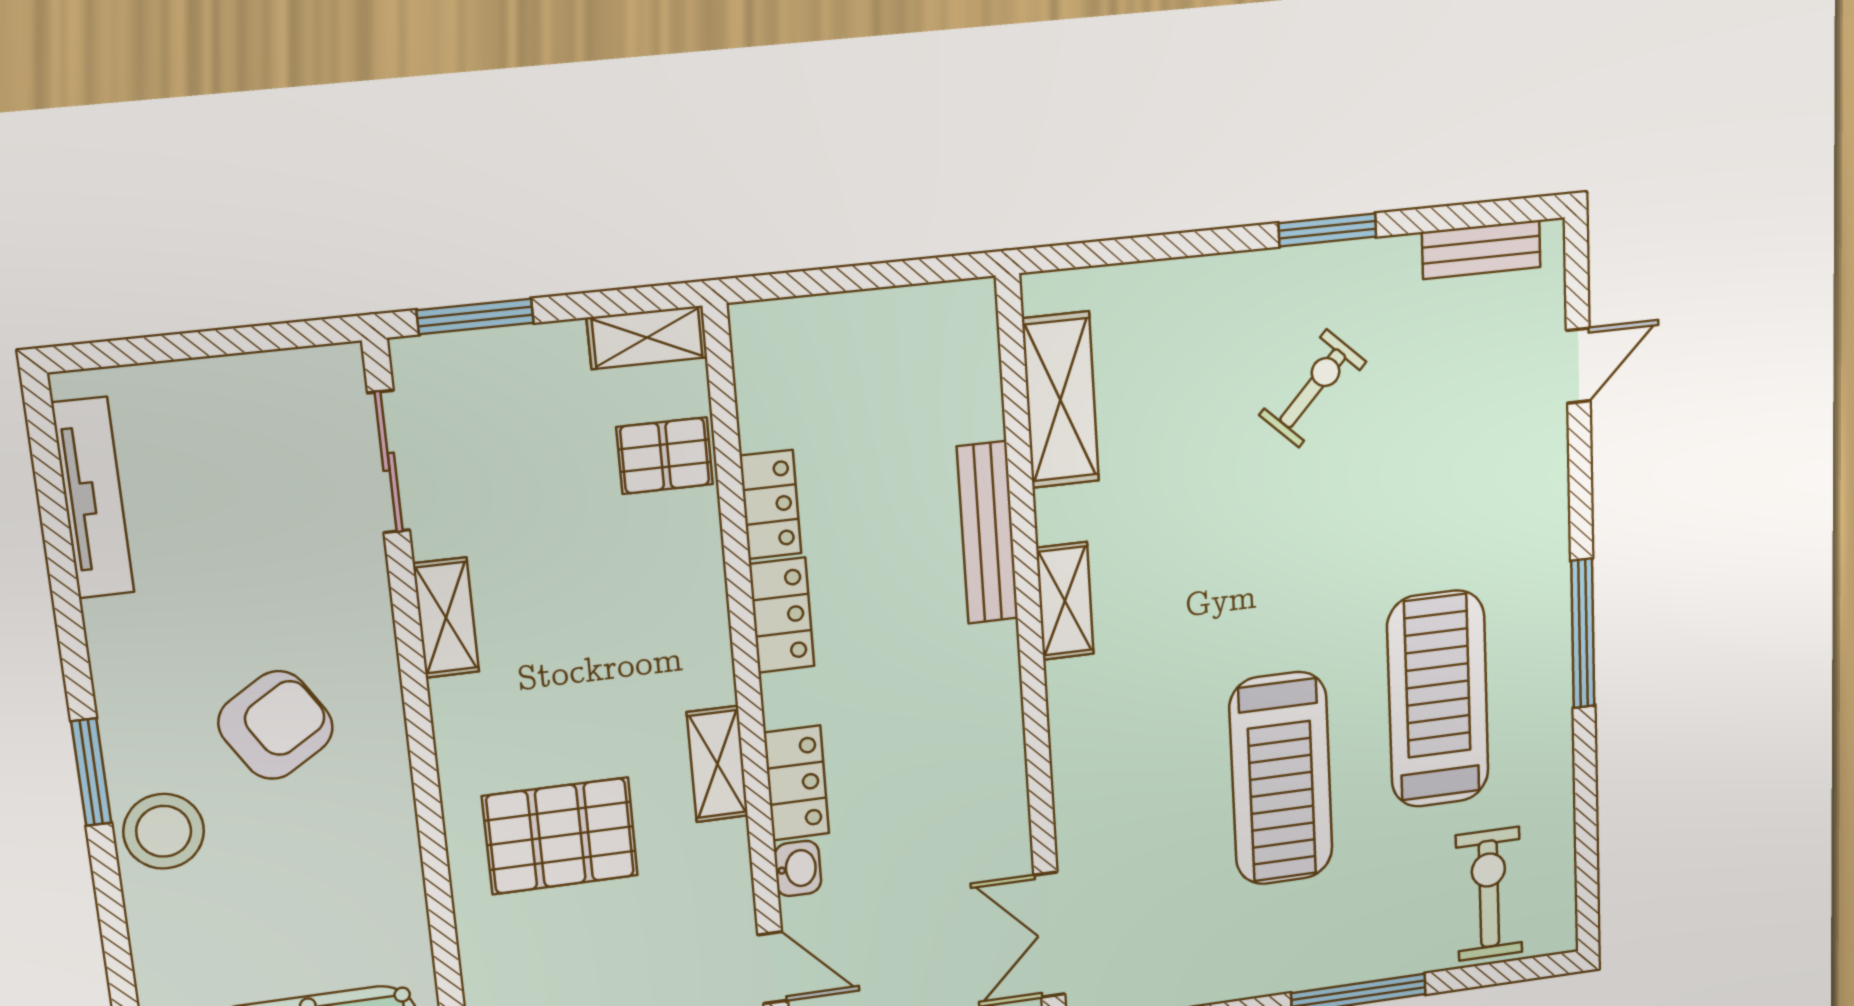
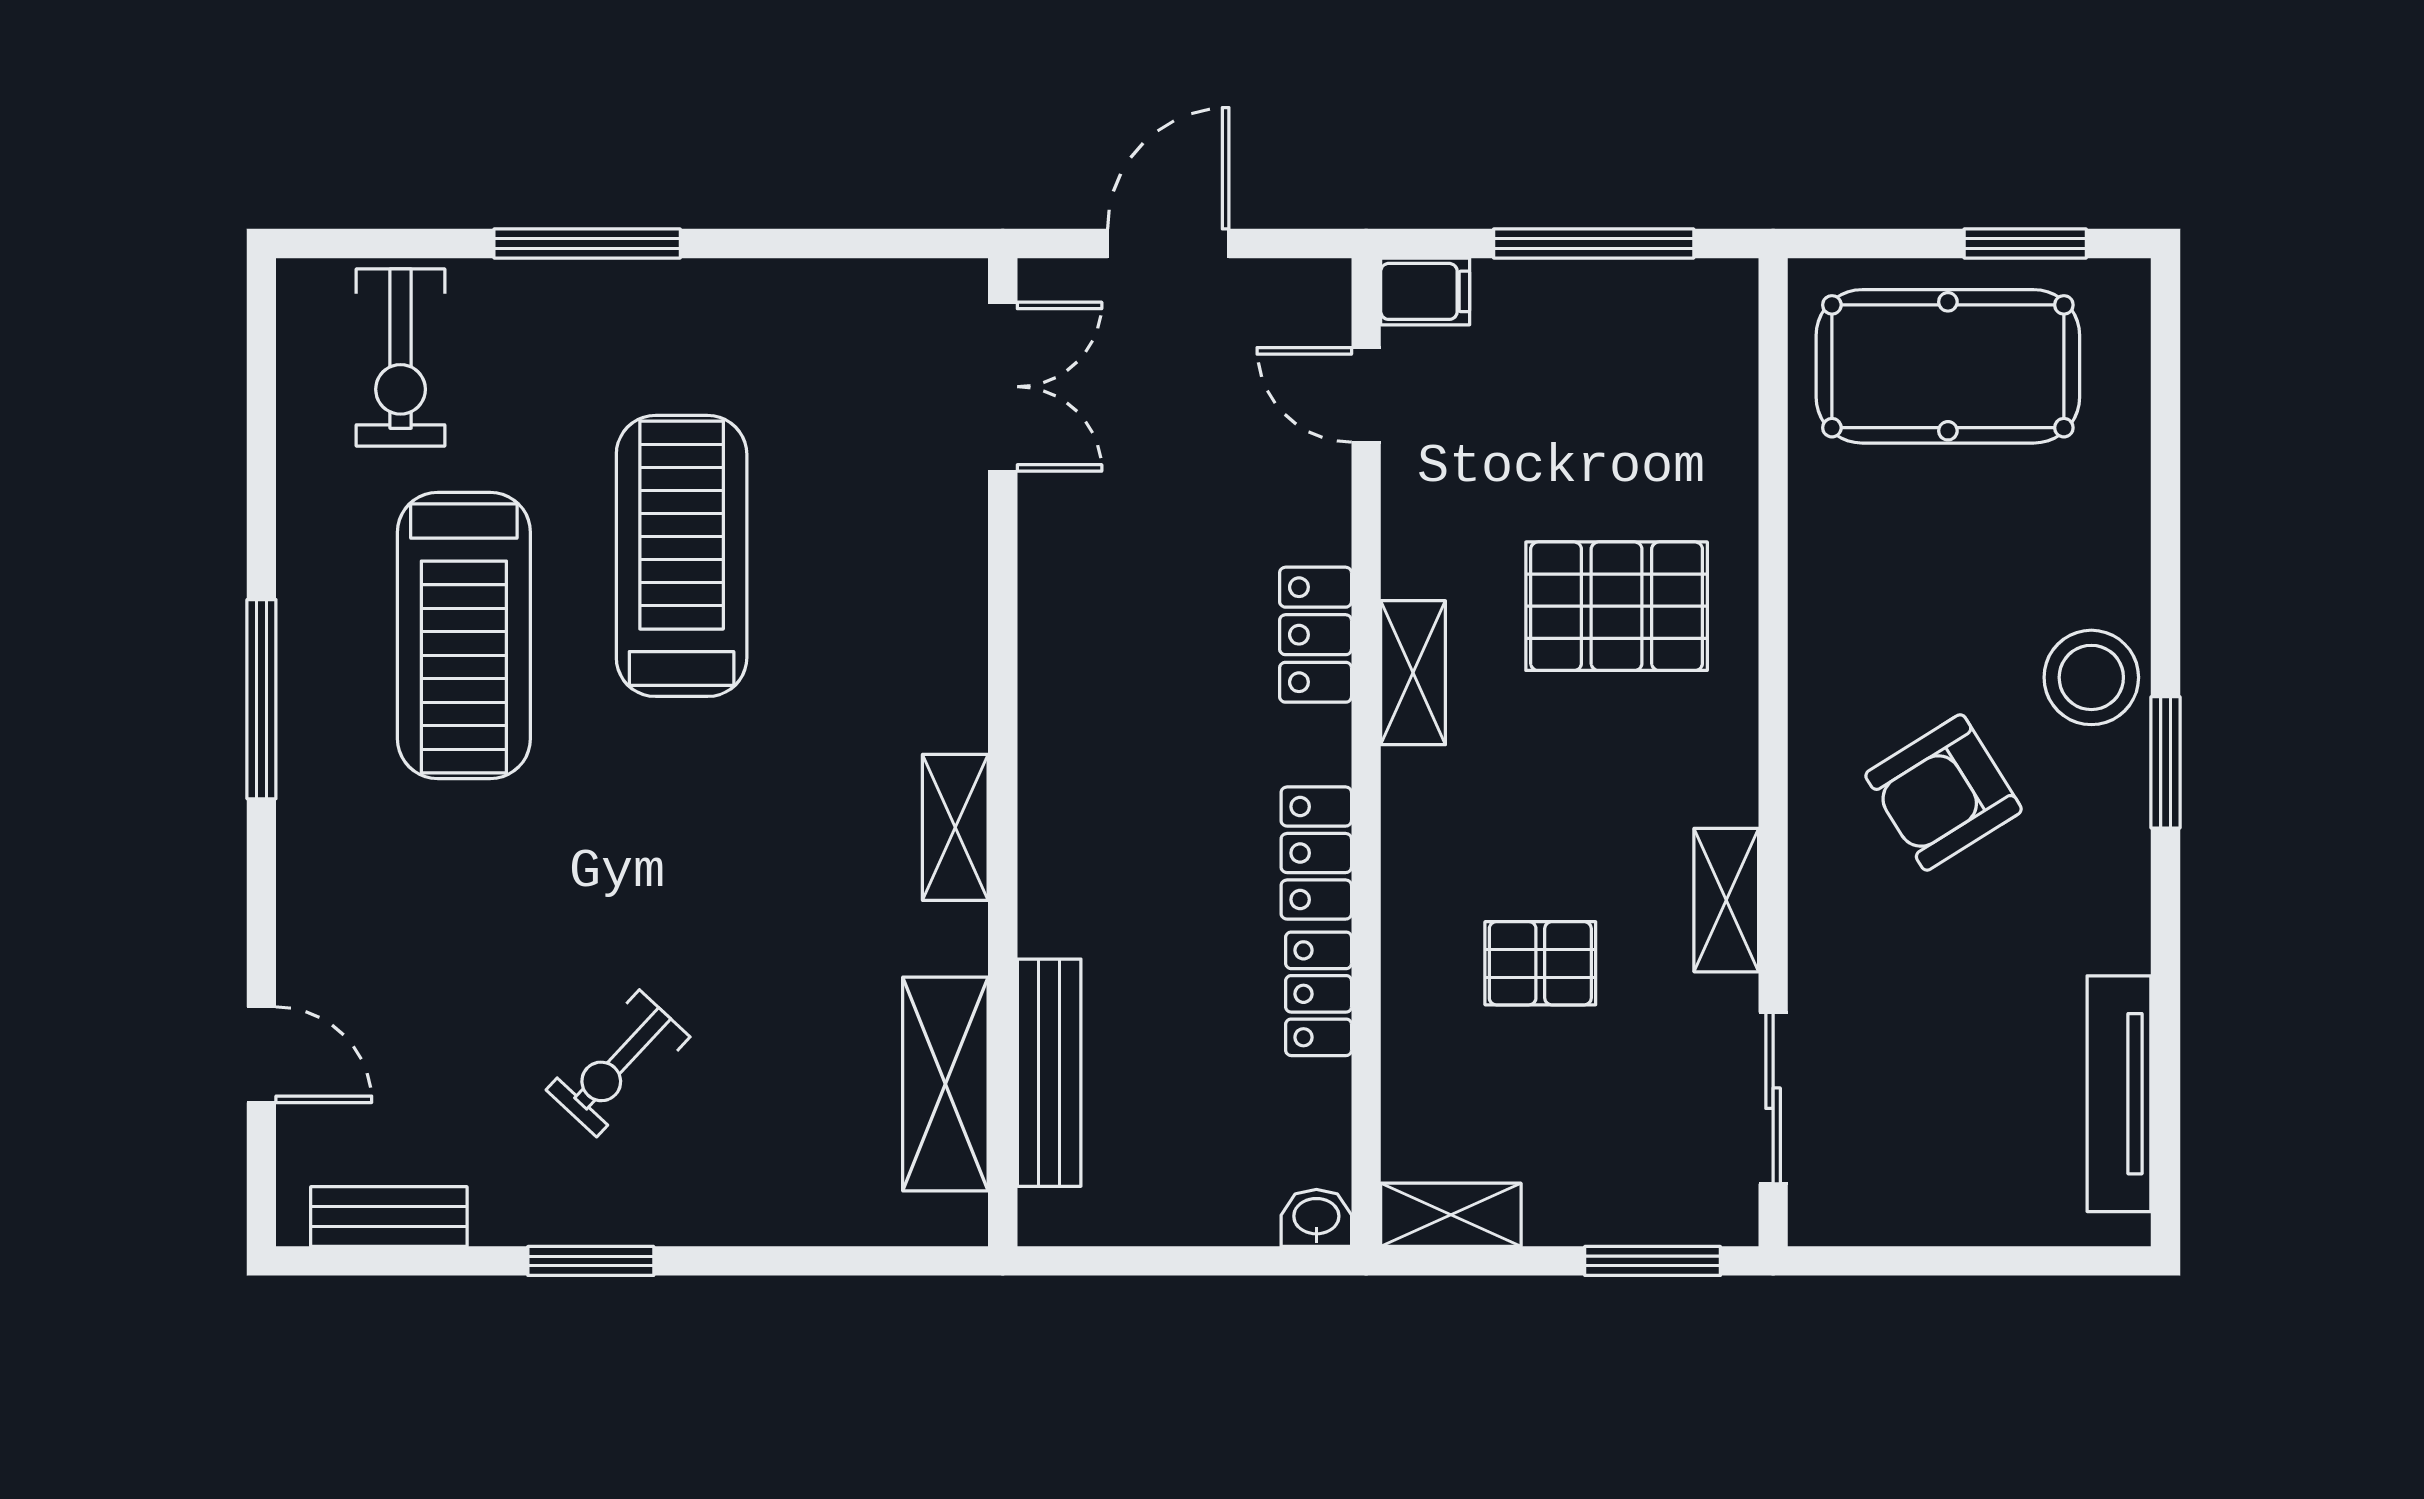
door: (1578, 366) -> (261, 1055), swing flipped
pallet: (665, 456) -> (1540, 963), moved
bench: (987, 533) -> (1049, 1073), moved
washbasin: (798, 868) -> (1316, 1218), moved, turned 90

